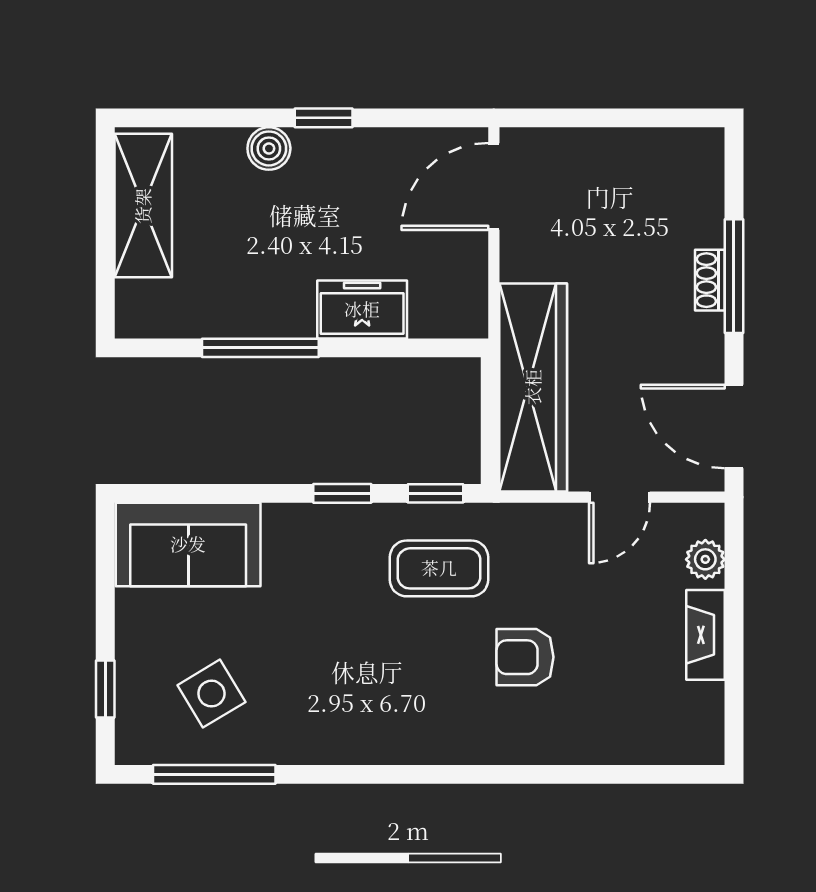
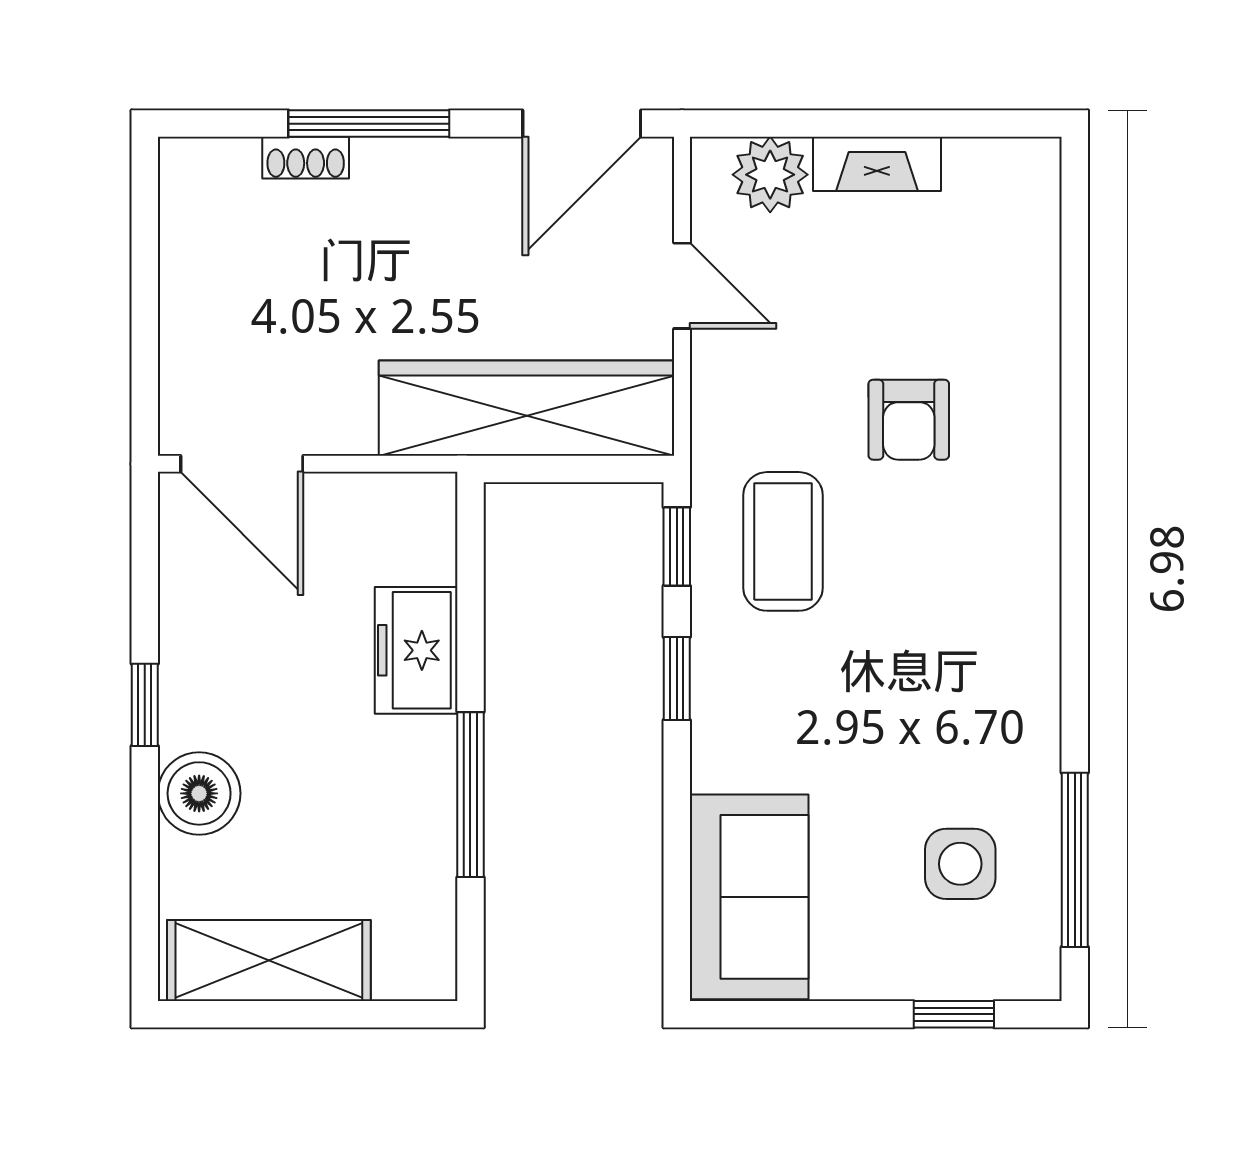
boiler: (269, 148) -> (199, 793), width x1.36, depth x1.36
shoe rack: (710, 280) -> (306, 158), moved
plant: (705, 559) -> (770, 175), width x1.38, depth x1.38
side table: (211, 694) -> (960, 864), turned 31

